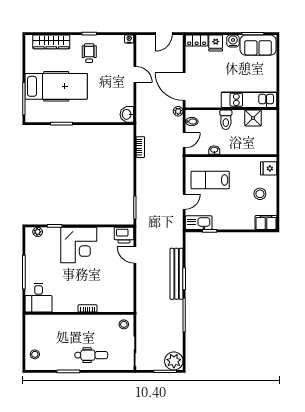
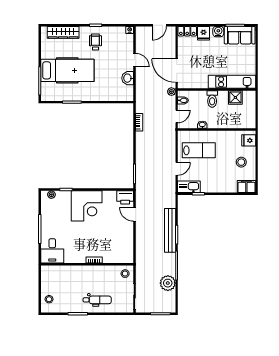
washbasin: (127, 114) -> (128, 78), moved
lab bench: (210, 180) -> (199, 150), turned 180
plant: (174, 361) -> (168, 283), moved

